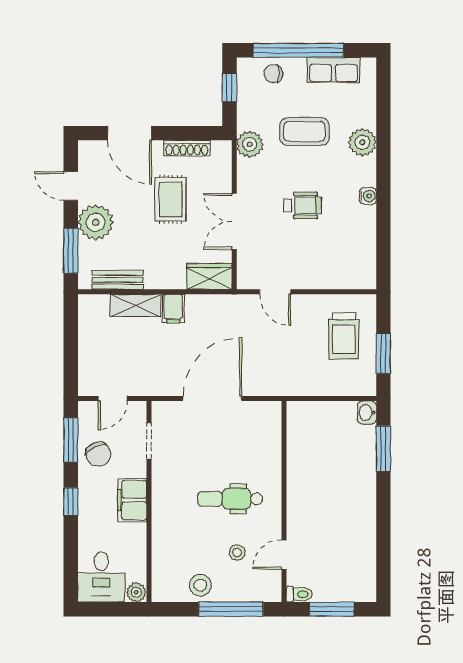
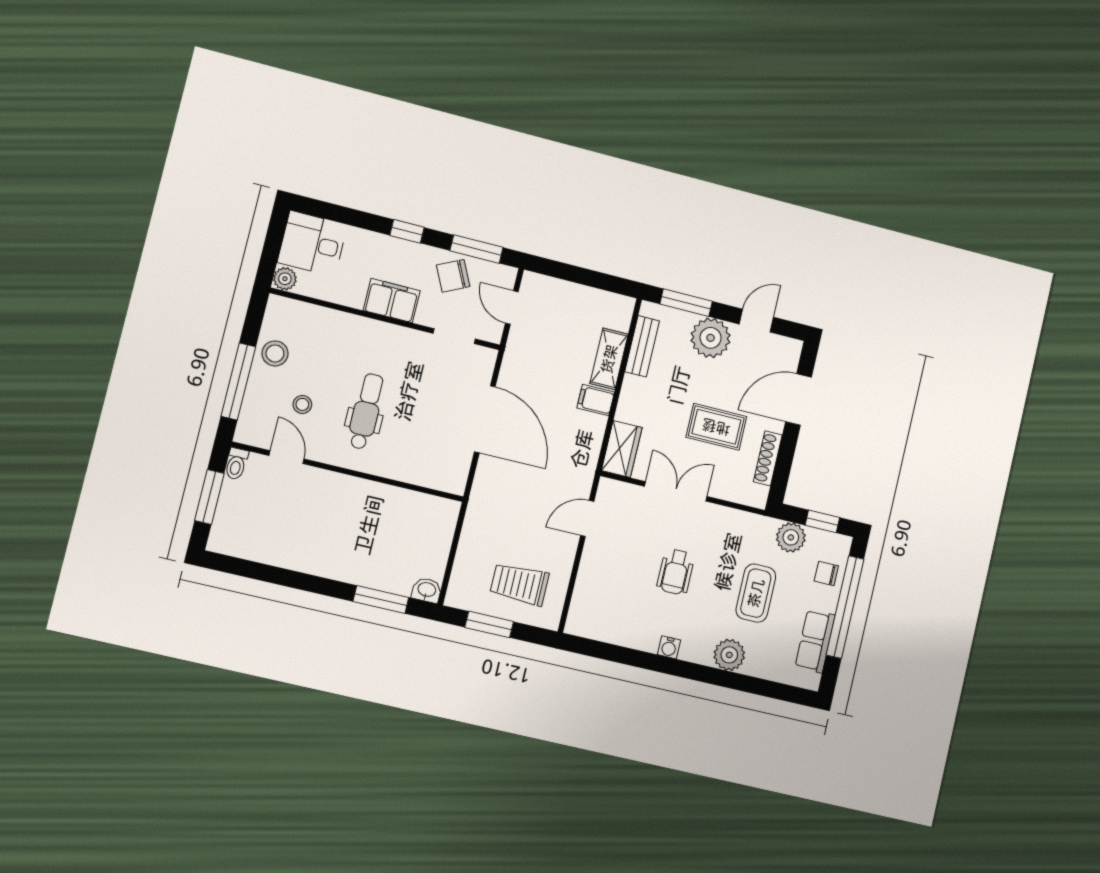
chair: (273, 74) -> (826, 573), turned -90
plant: (250, 144) -> (791, 537), moved

